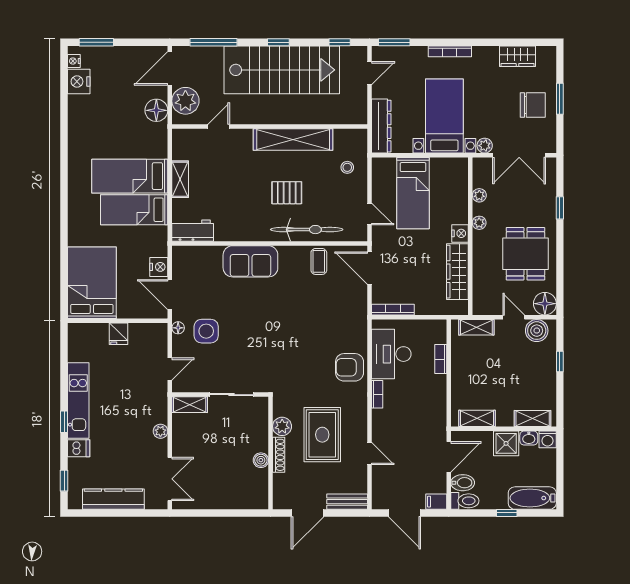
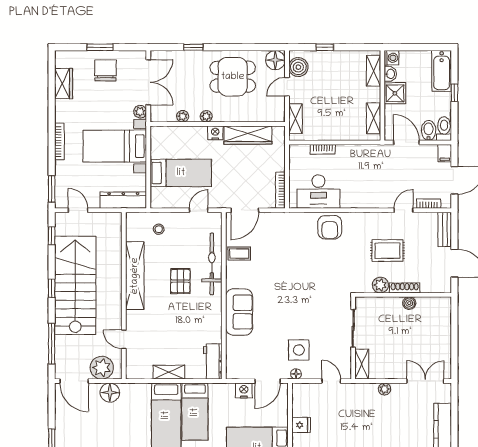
bookcase: (377, 394) -> (429, 204), moved
rug: (322, 435) -> (387, 251), width x0.73, depth x0.70

